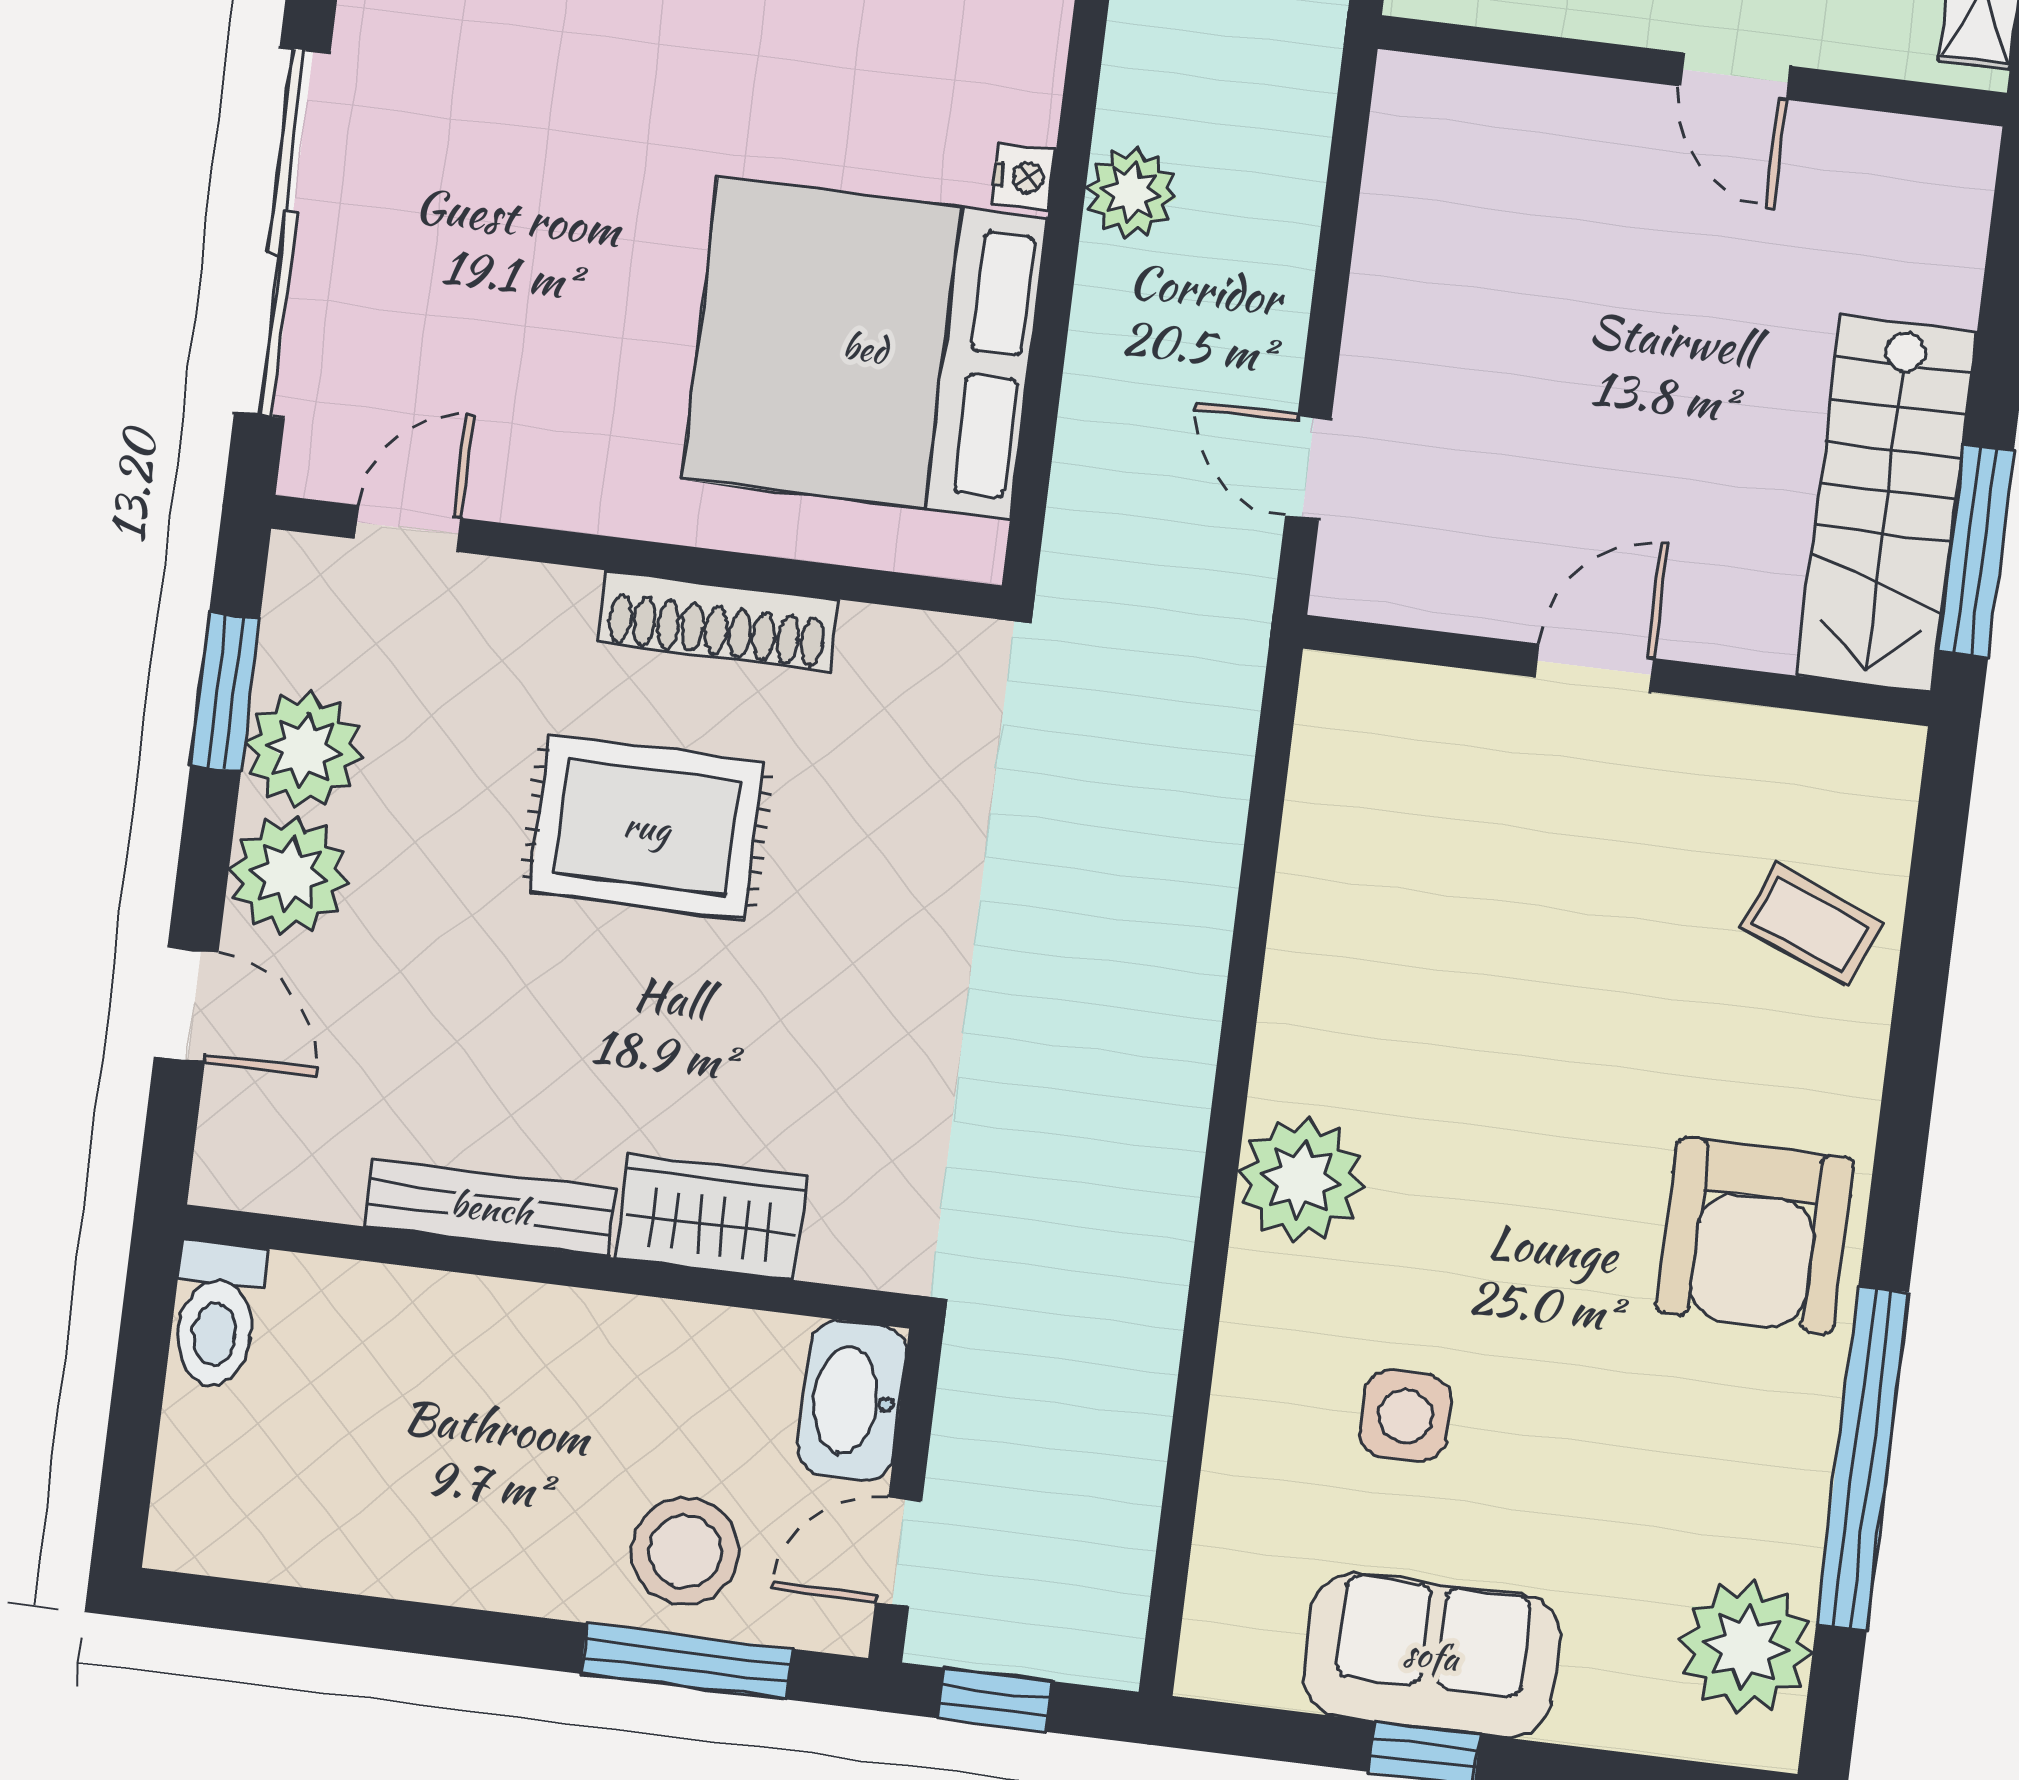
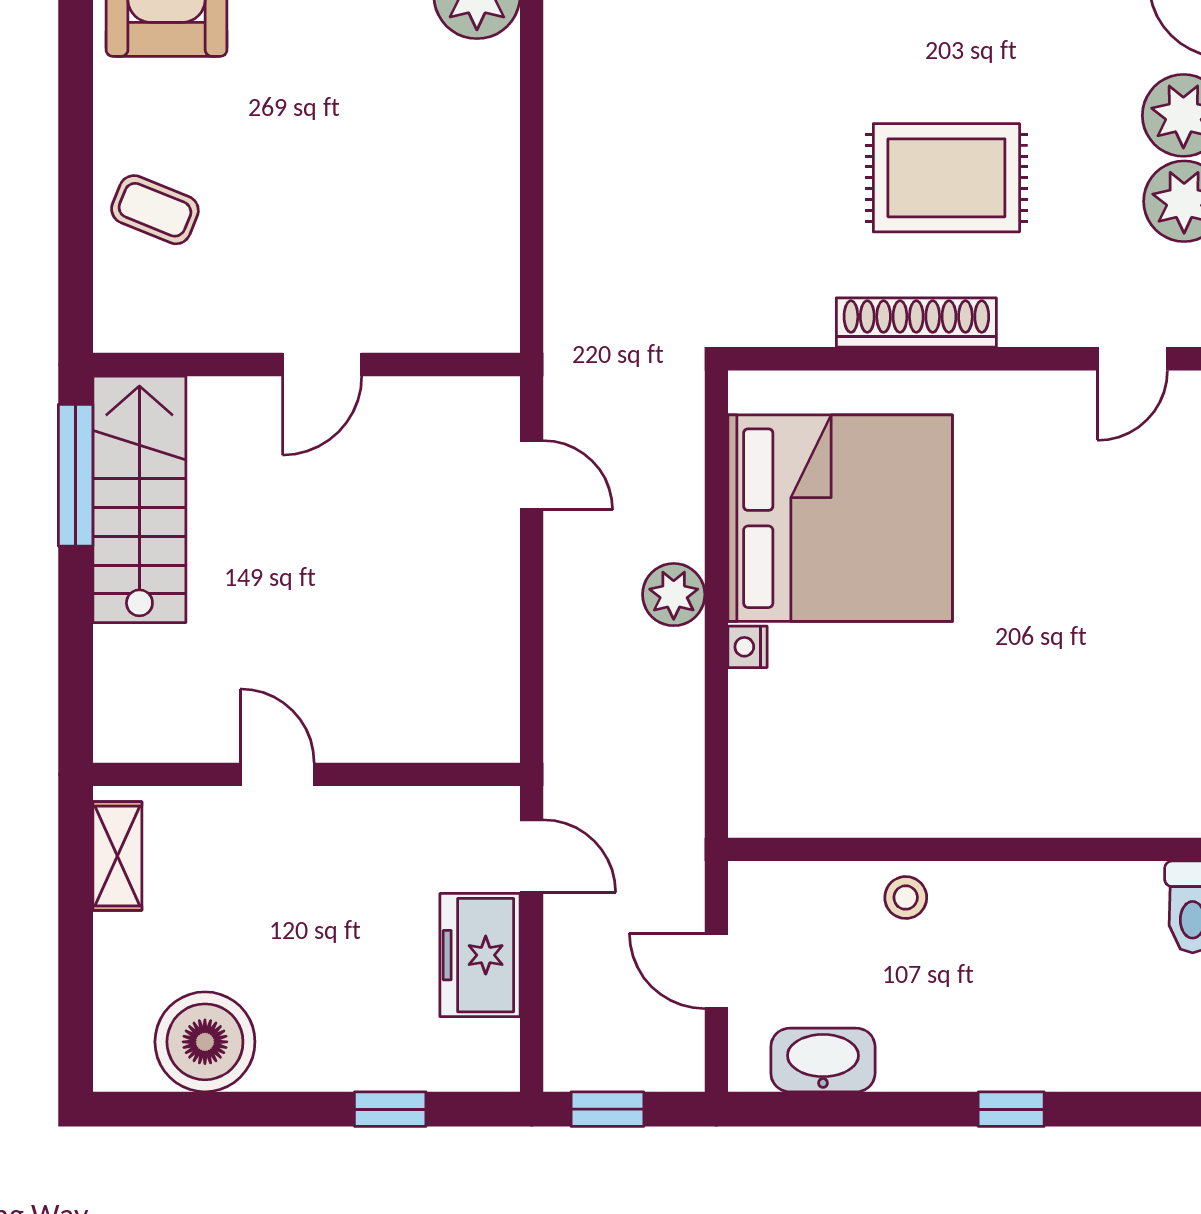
plant: (1131, 193) -> (674, 595), moved

